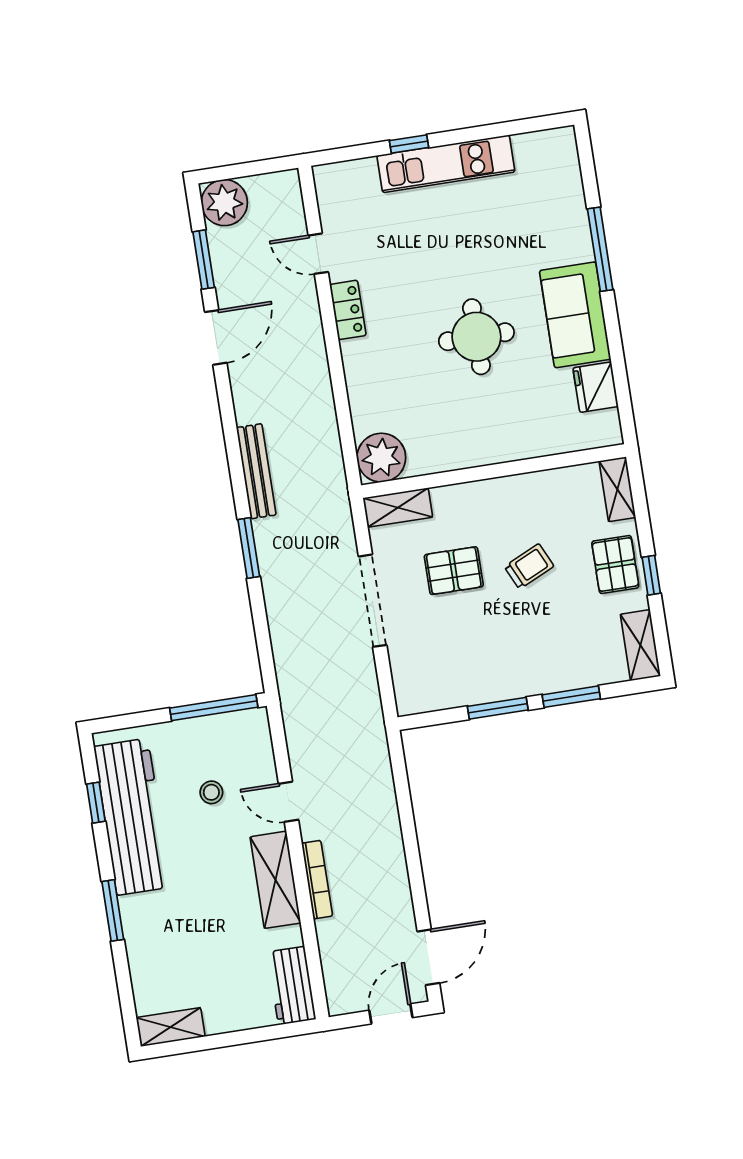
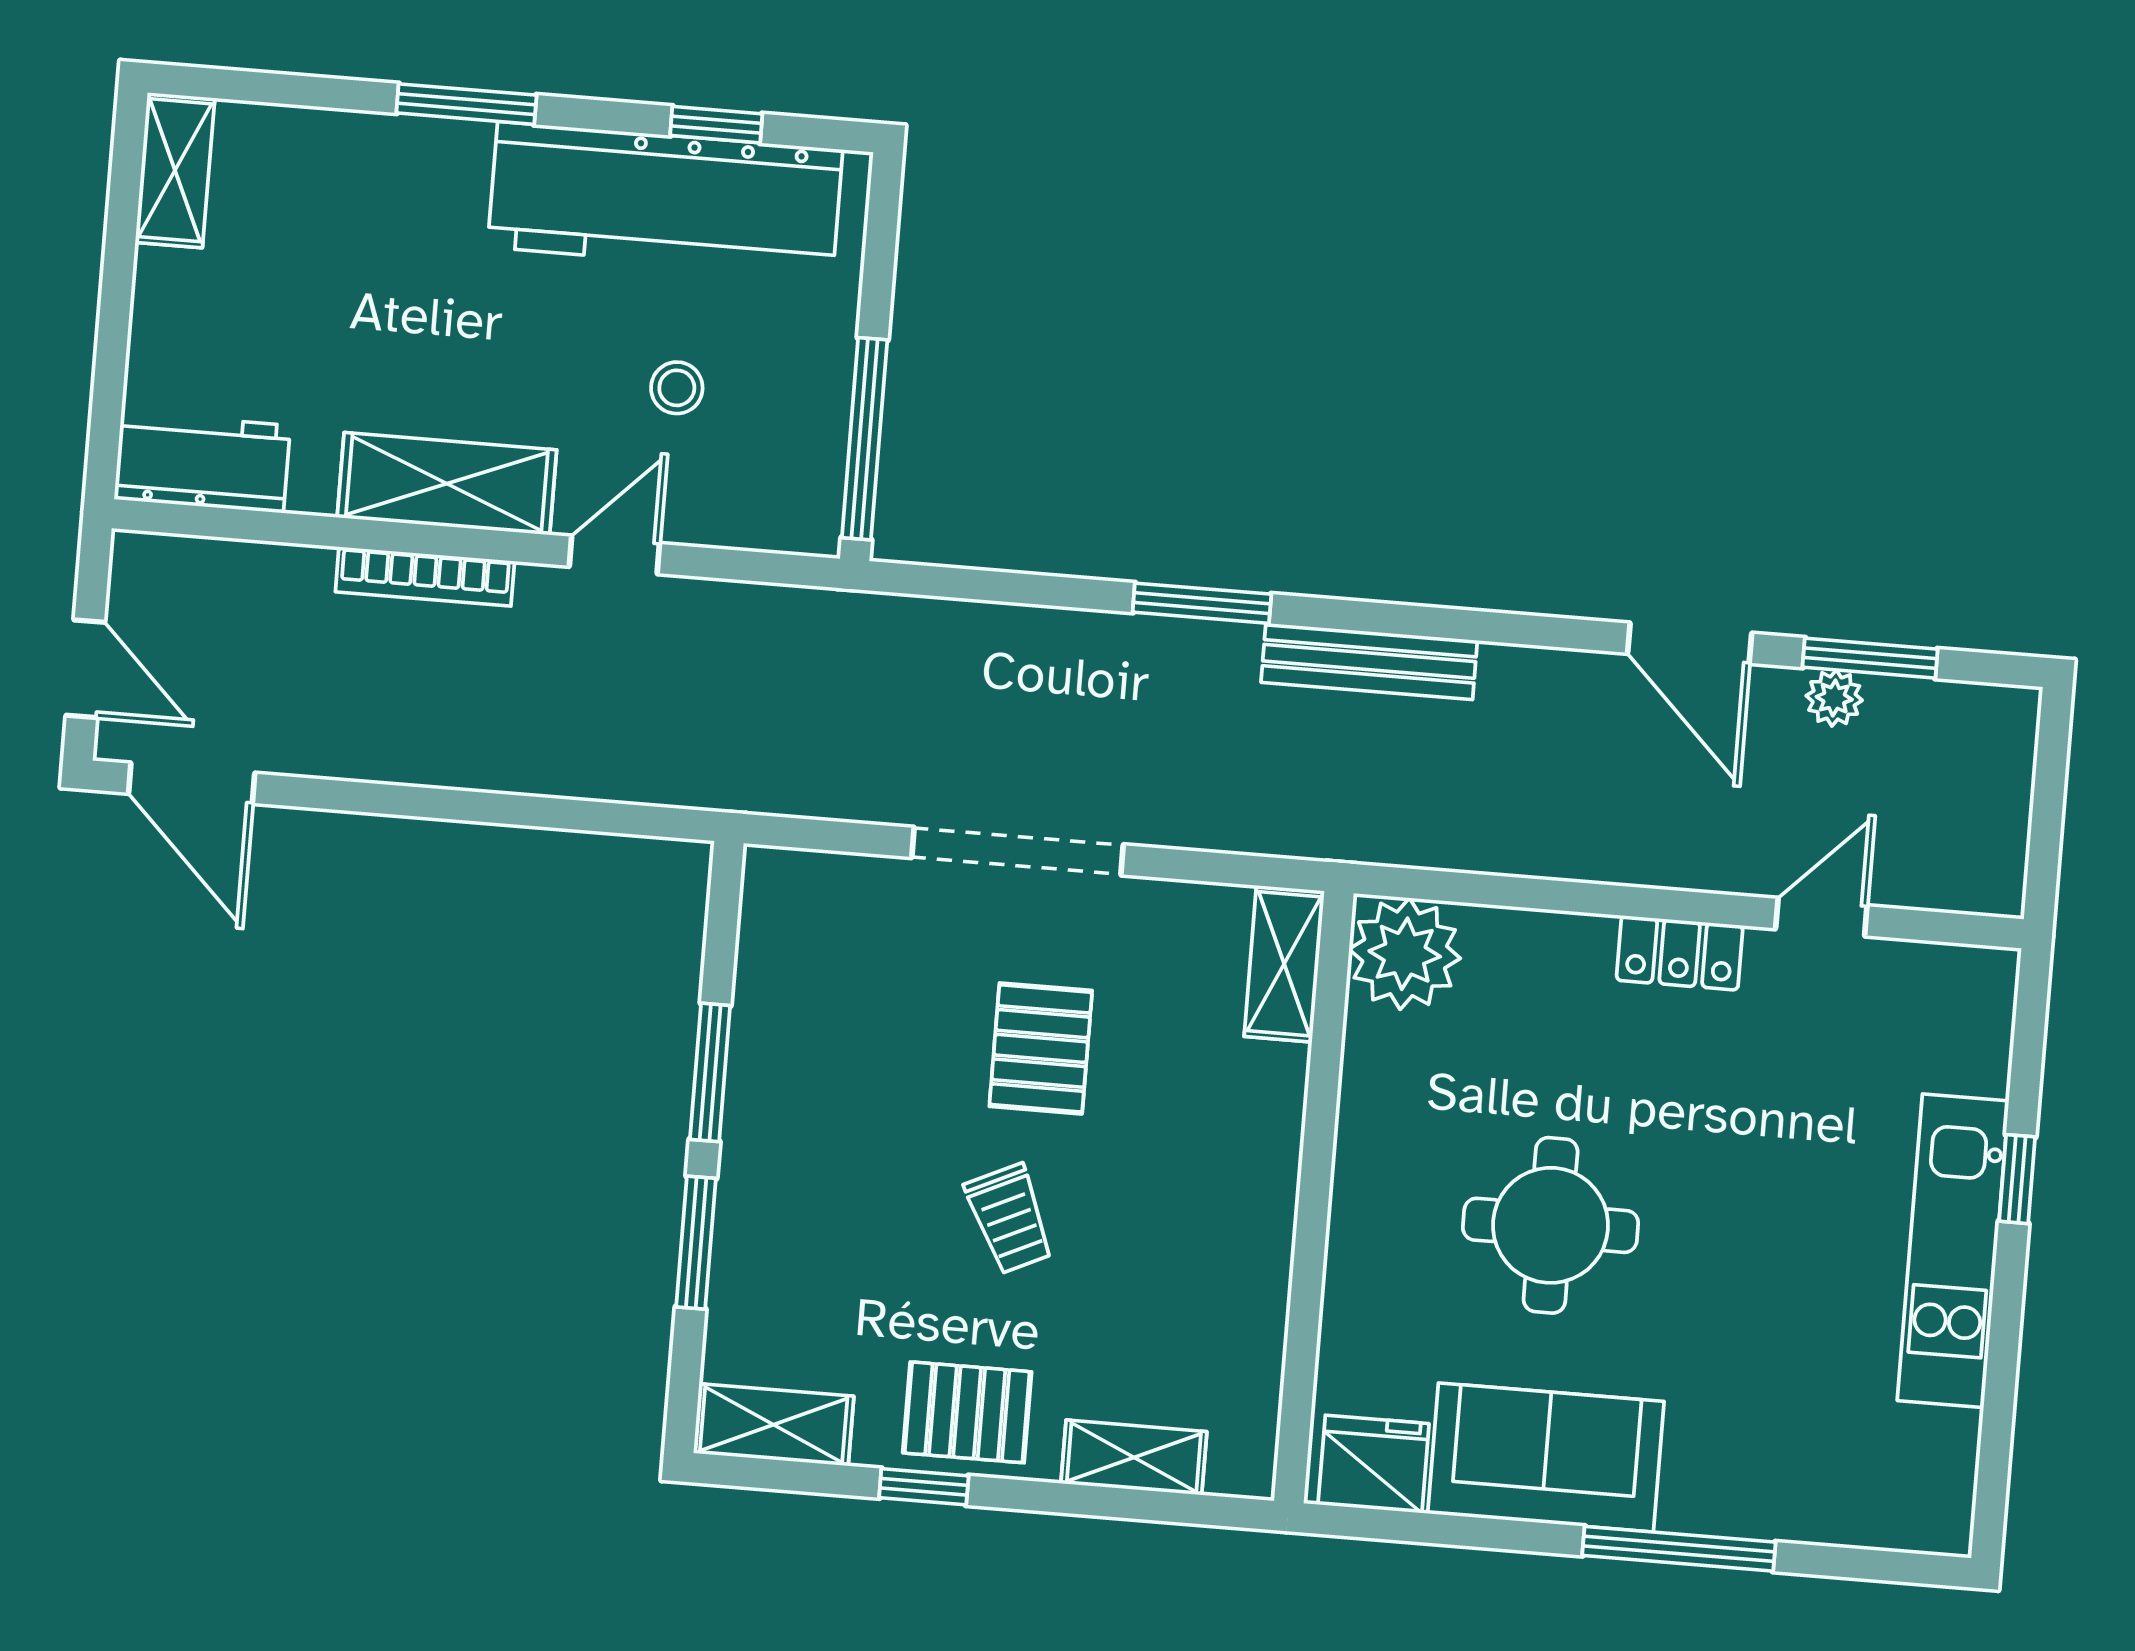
plant: (224, 203) -> (1834, 698), moved, width x0.53, depth x0.53
plant: (381, 458) -> (1405, 954), moved
wall: (494, 471) -> (1314, 1197), moved
shelving: (398, 508) -> (1284, 964), moved

